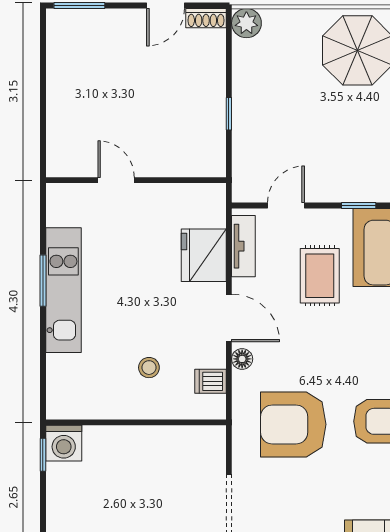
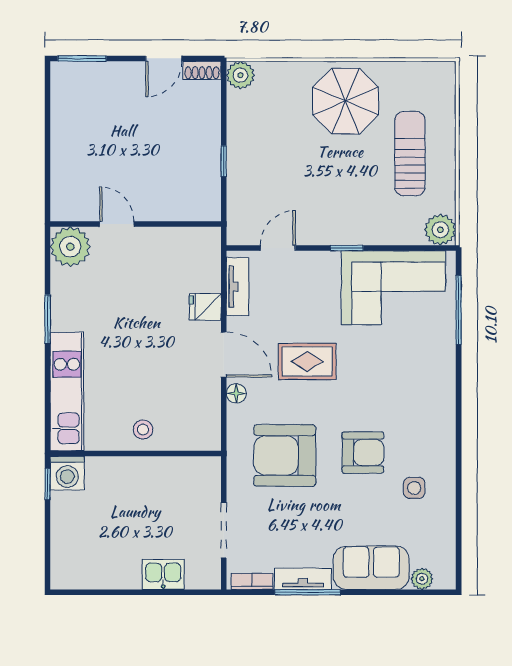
plant: (67, 204) -> (70, 247), added
fridge: (204, 255) -> (205, 307), width x0.53, depth x0.75
rug: (320, 276) -> (307, 361), moved, turned 90
kitchen unit: (63, 290) -> (67, 392), moved
stool: (149, 368) -> (143, 429), moved
dishwasher: (210, 381) -> (206, 415), removed

